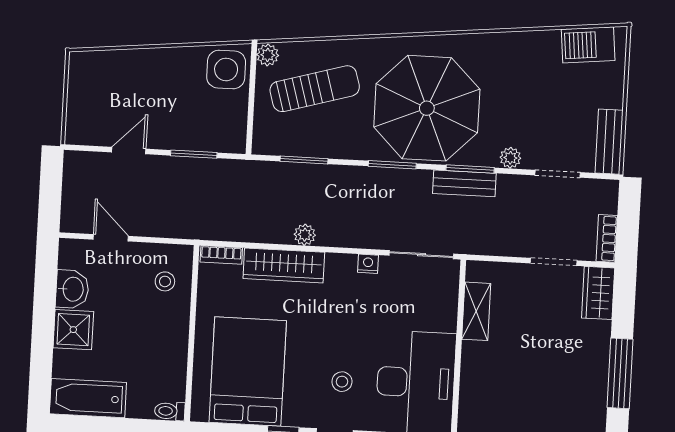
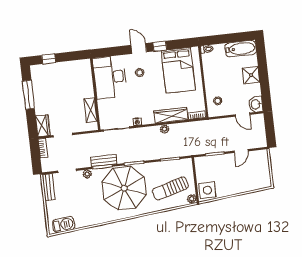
washbasin: (72, 289) -> (256, 104), moved

